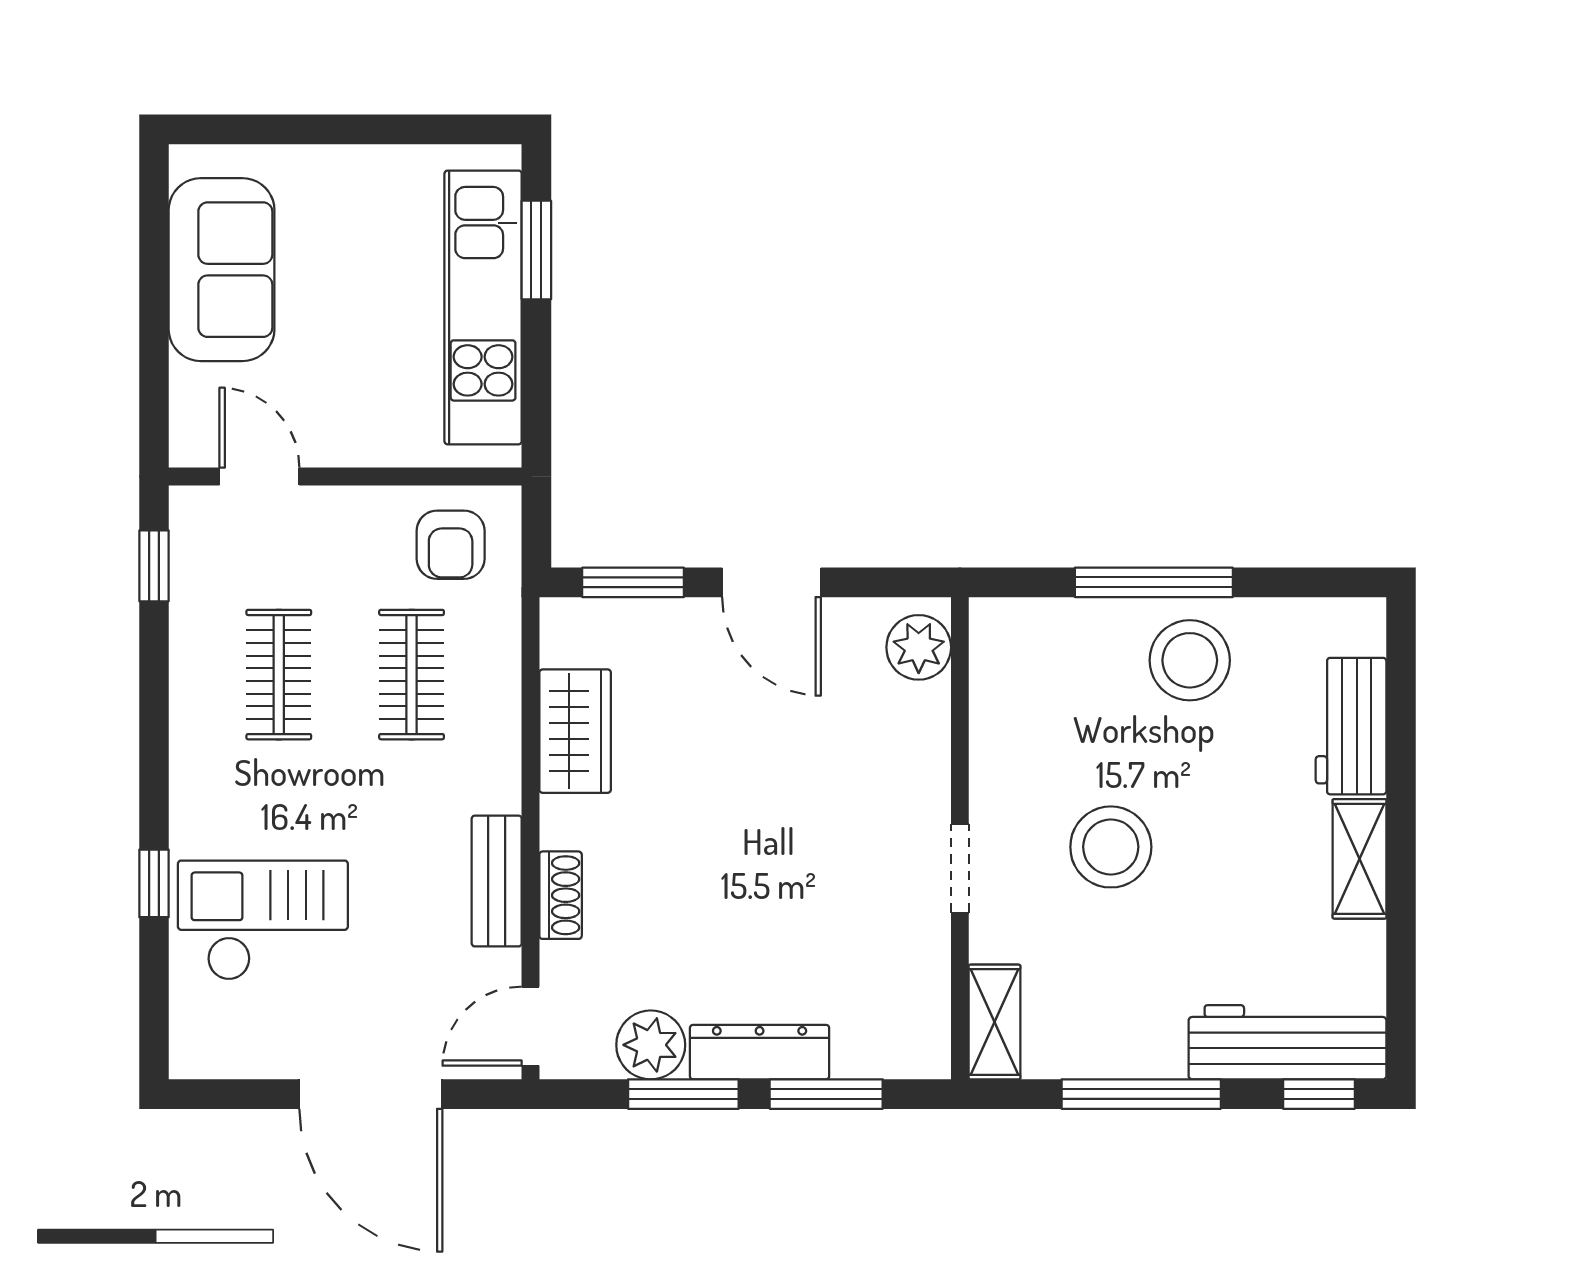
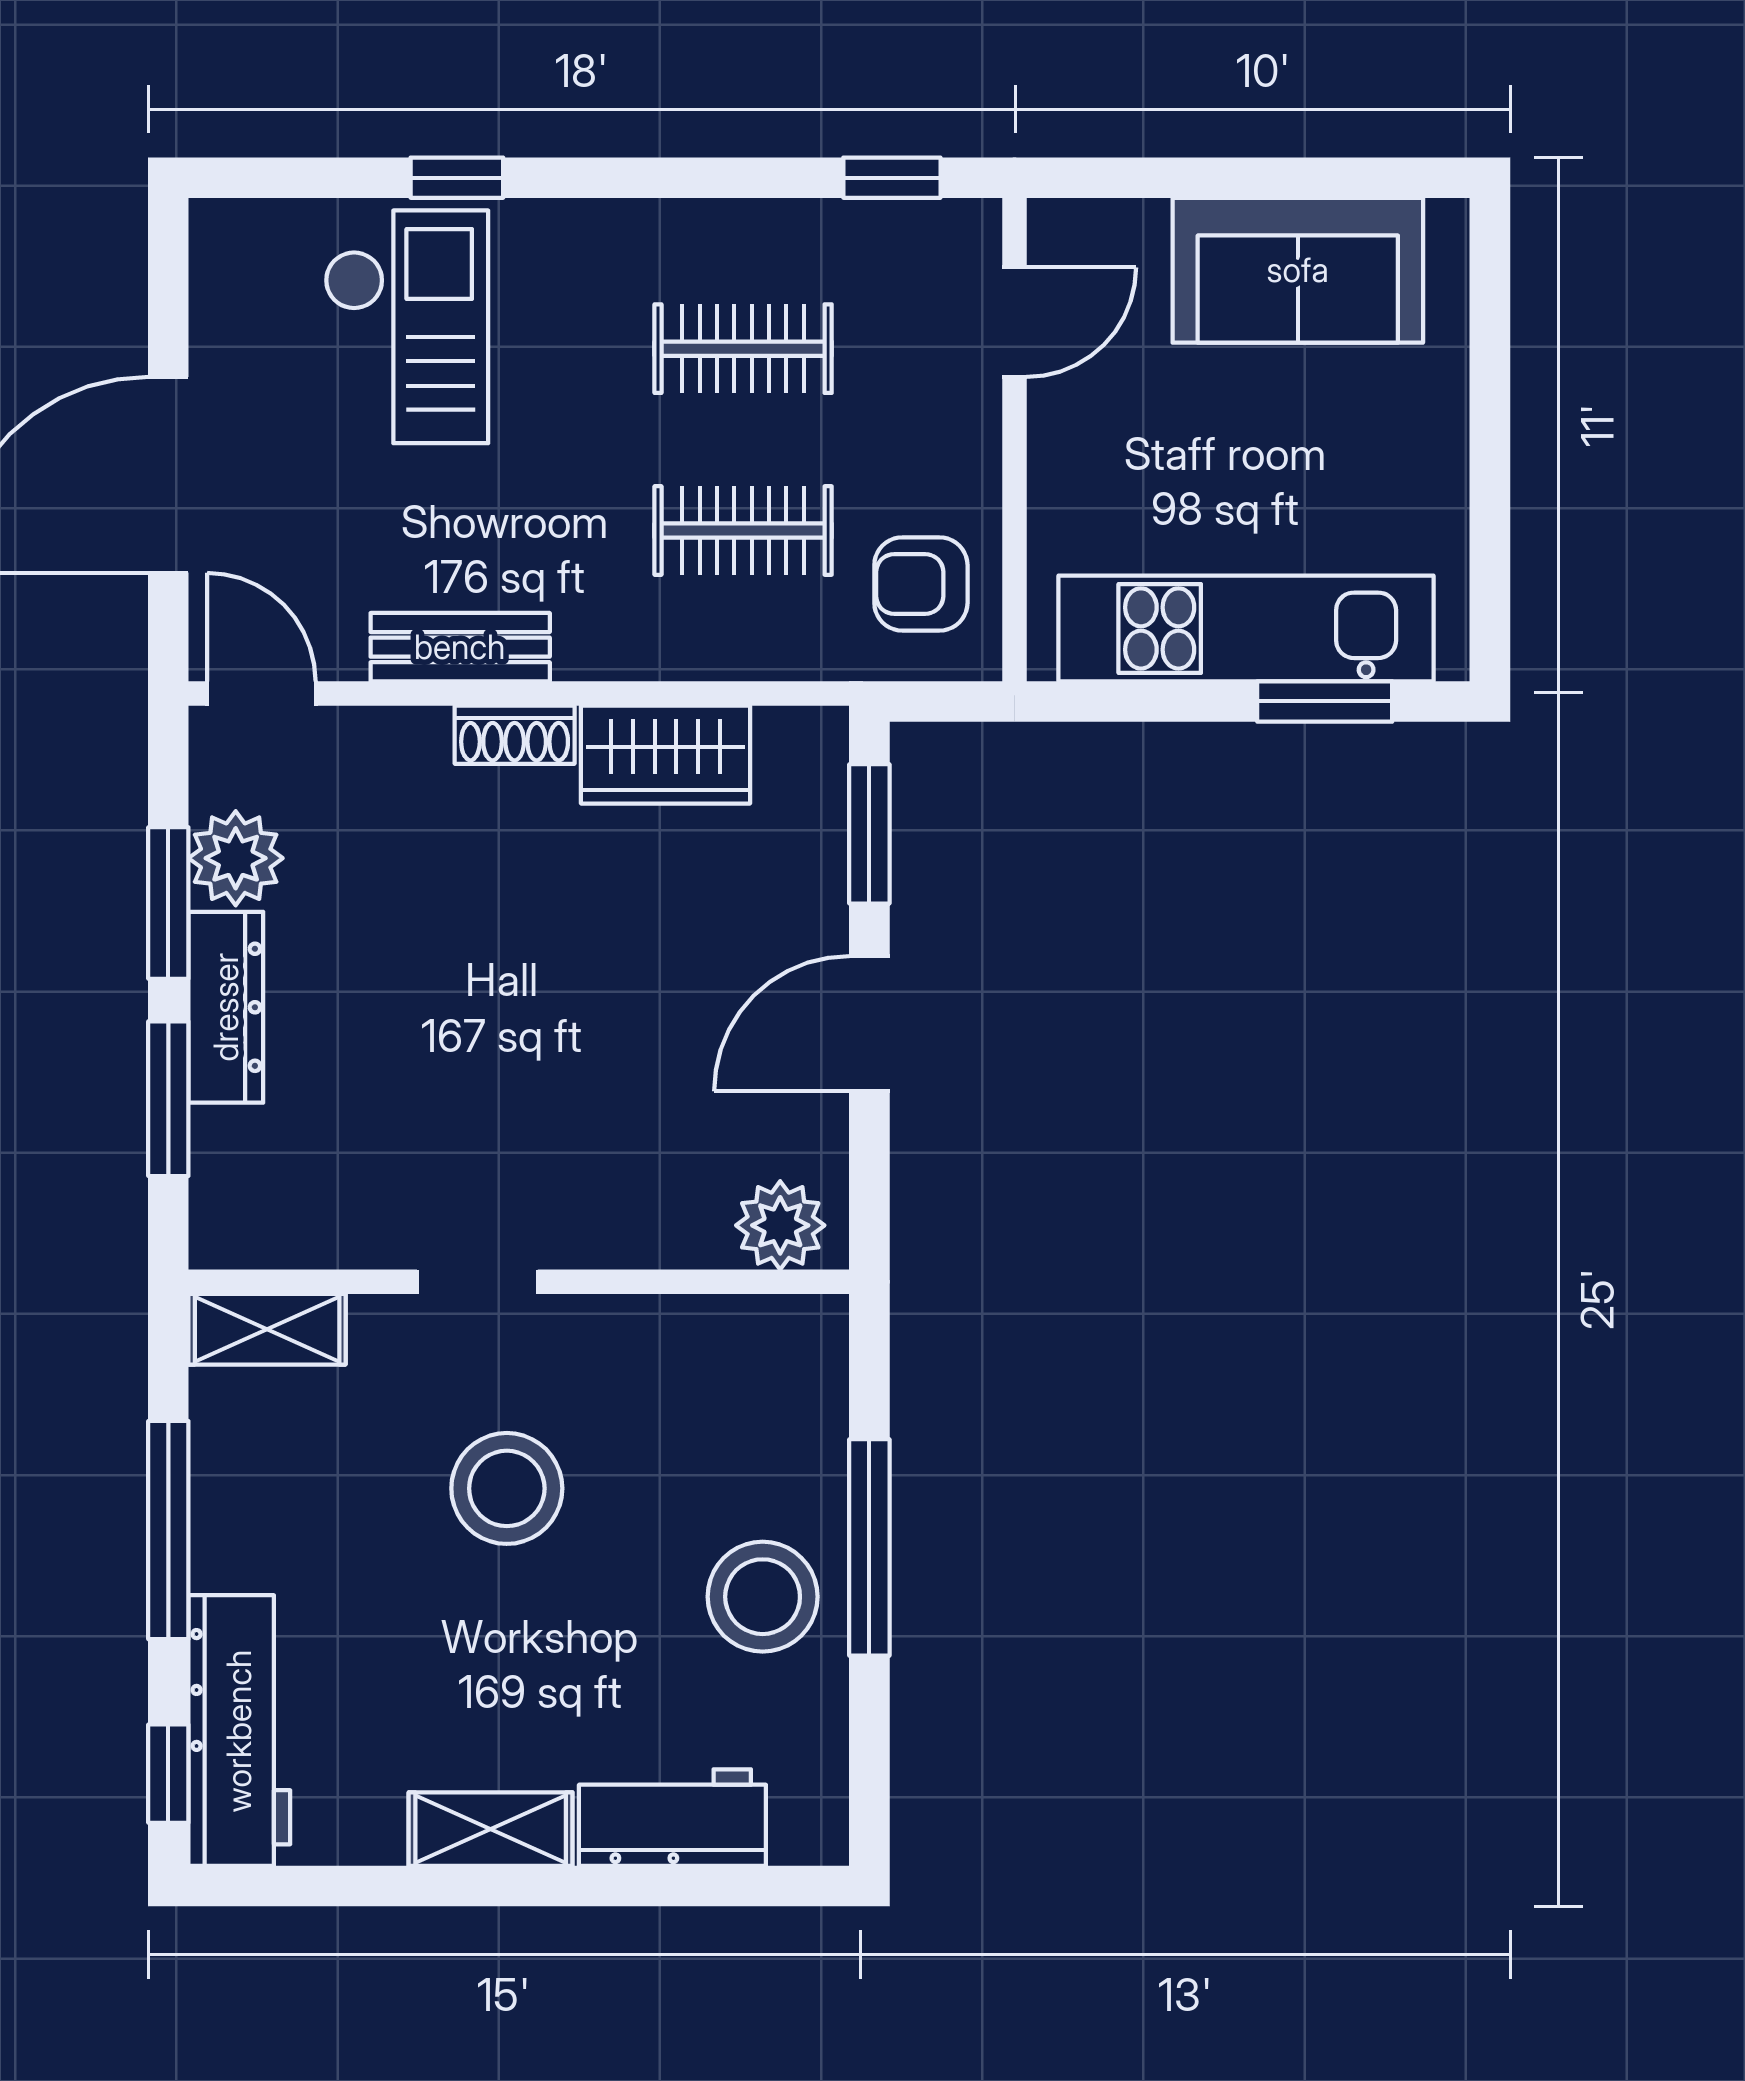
shoe rack: (561, 895) -> (515, 735), moved

